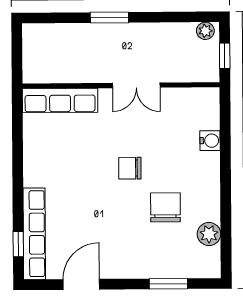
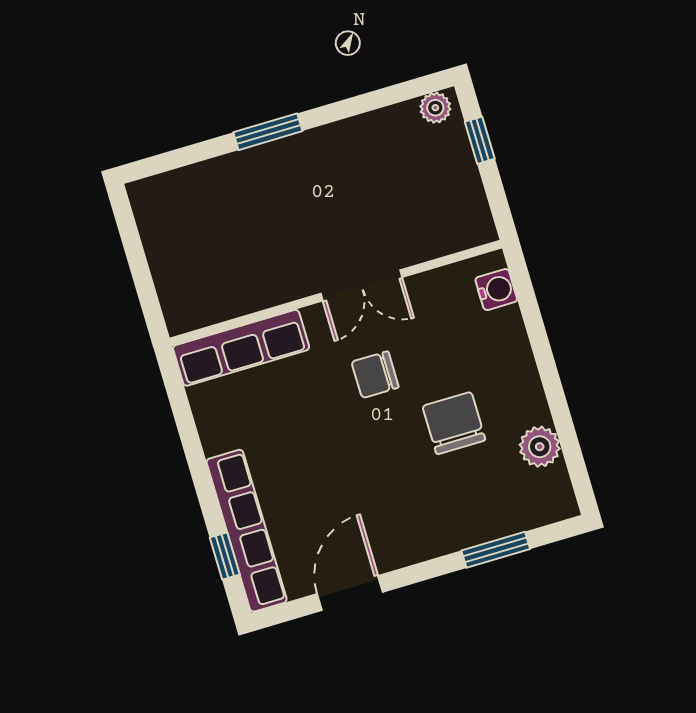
wall: (121, 85) -> (336, 293), moved
double door: (136, 85) -> (361, 285), moved
row of seats: (60, 101) -> (241, 348), moved

